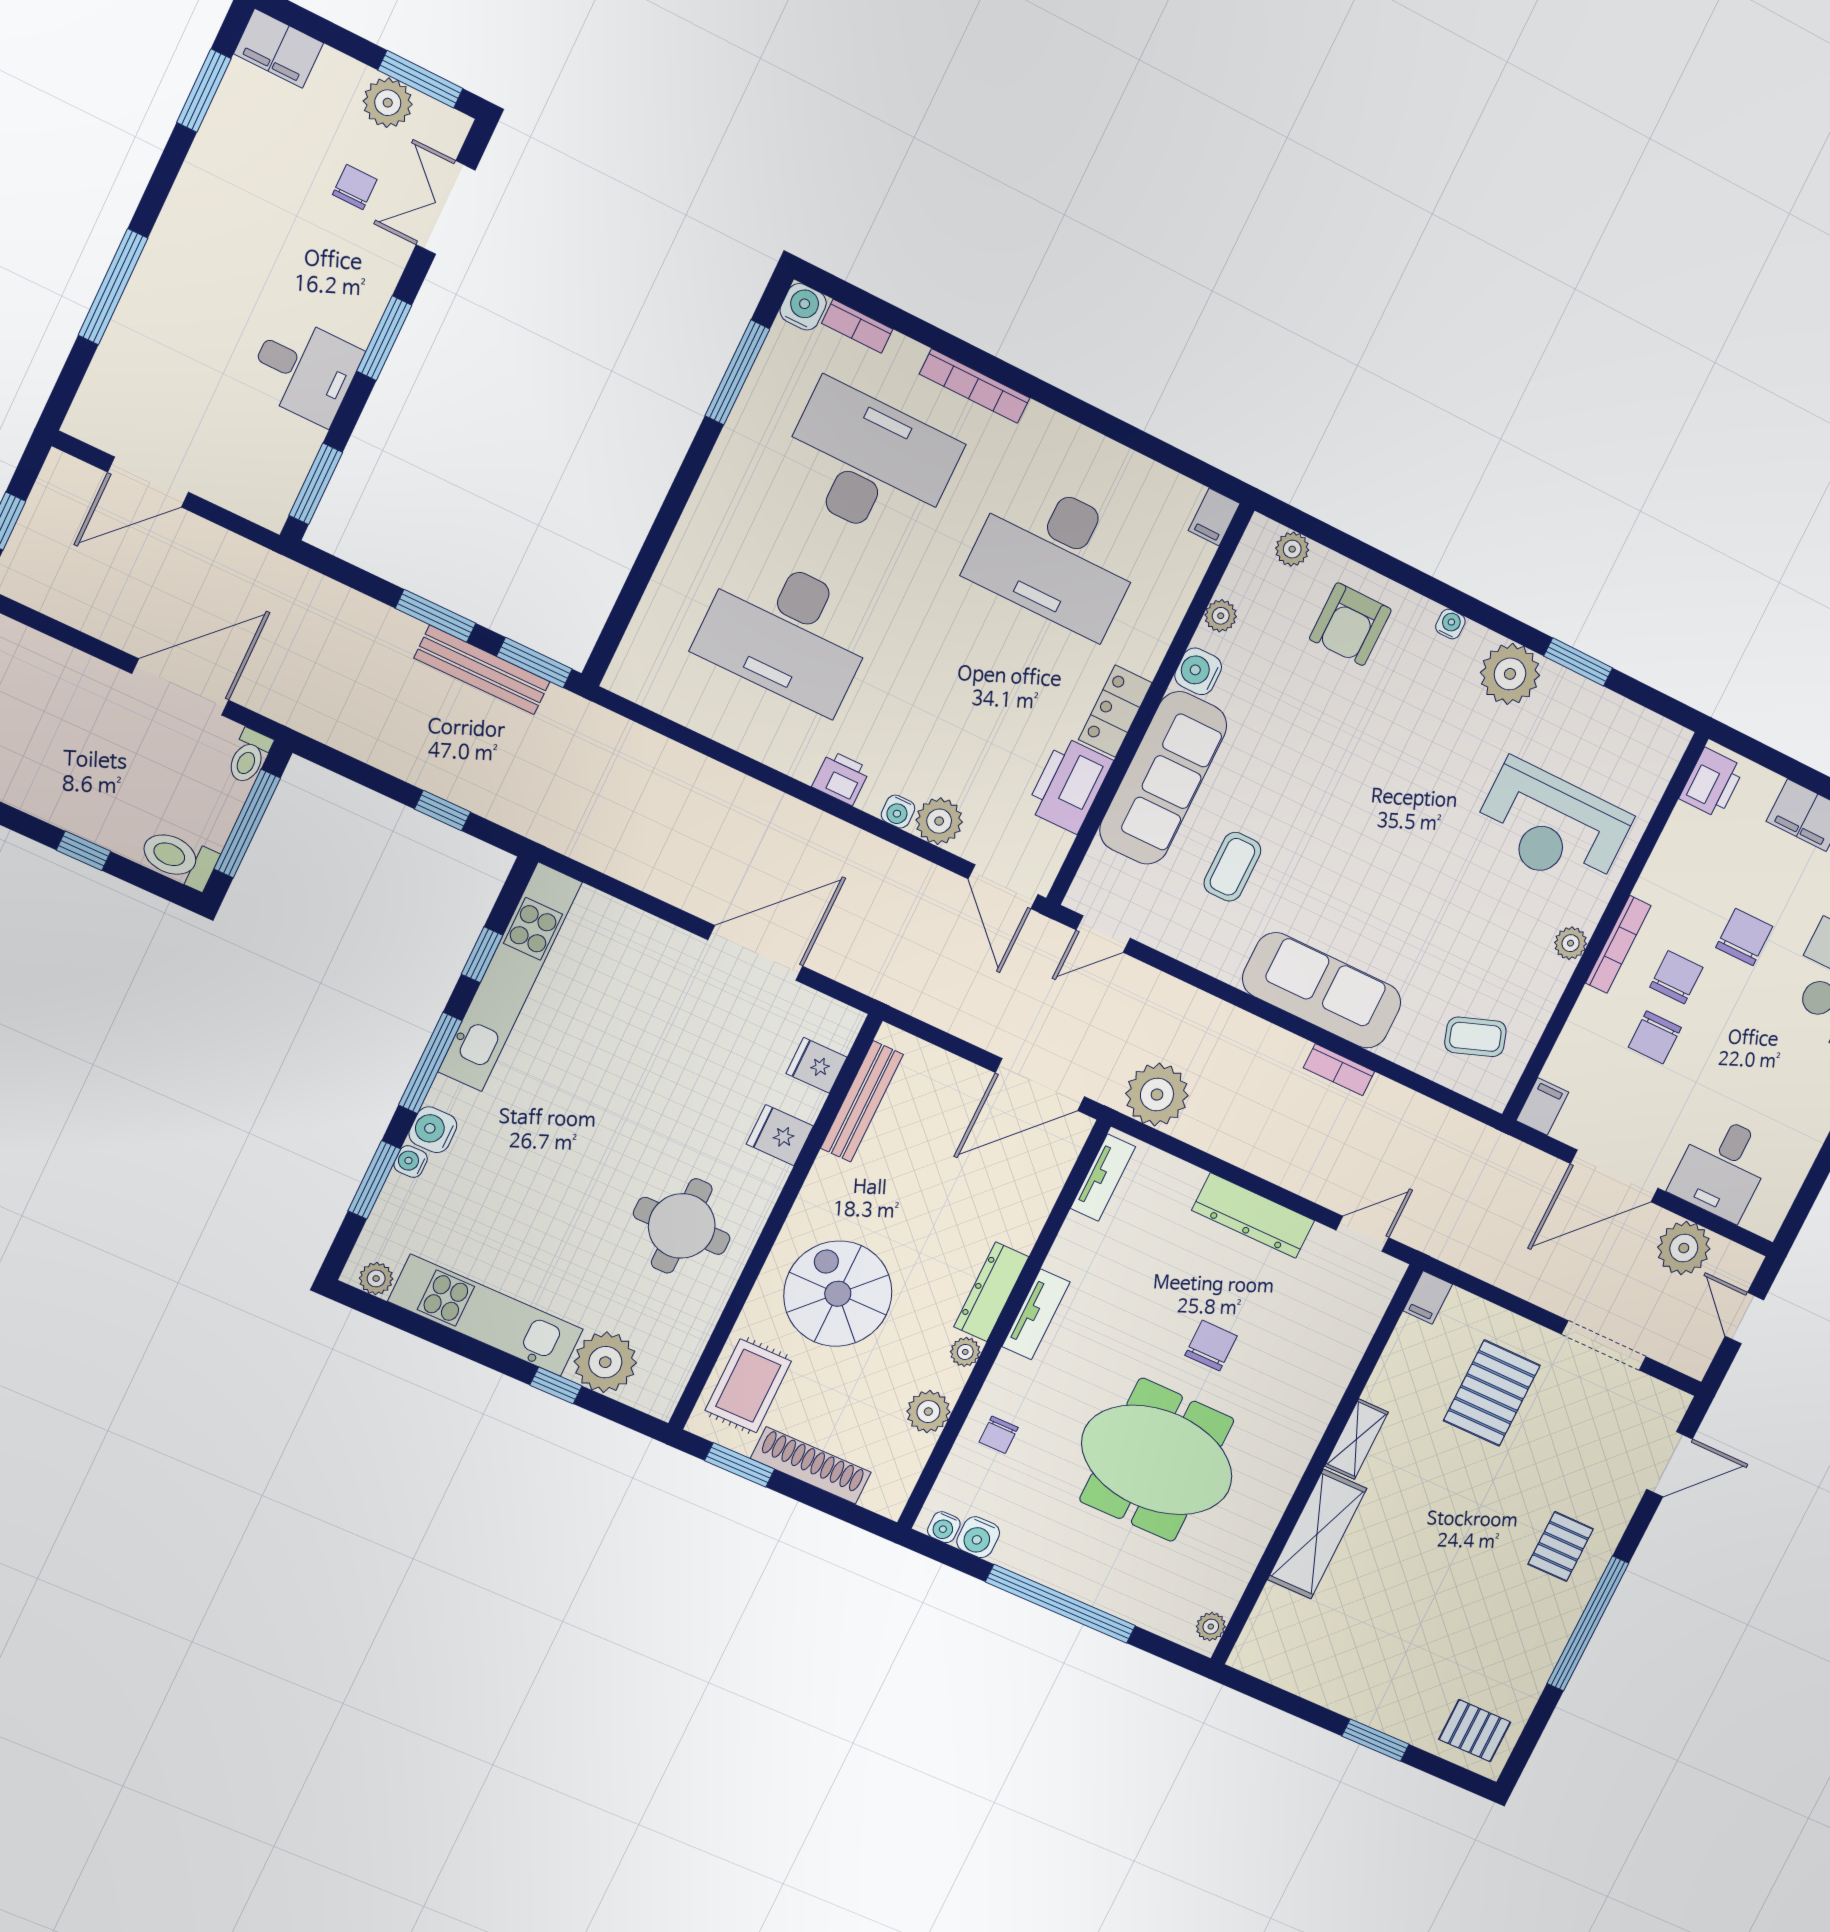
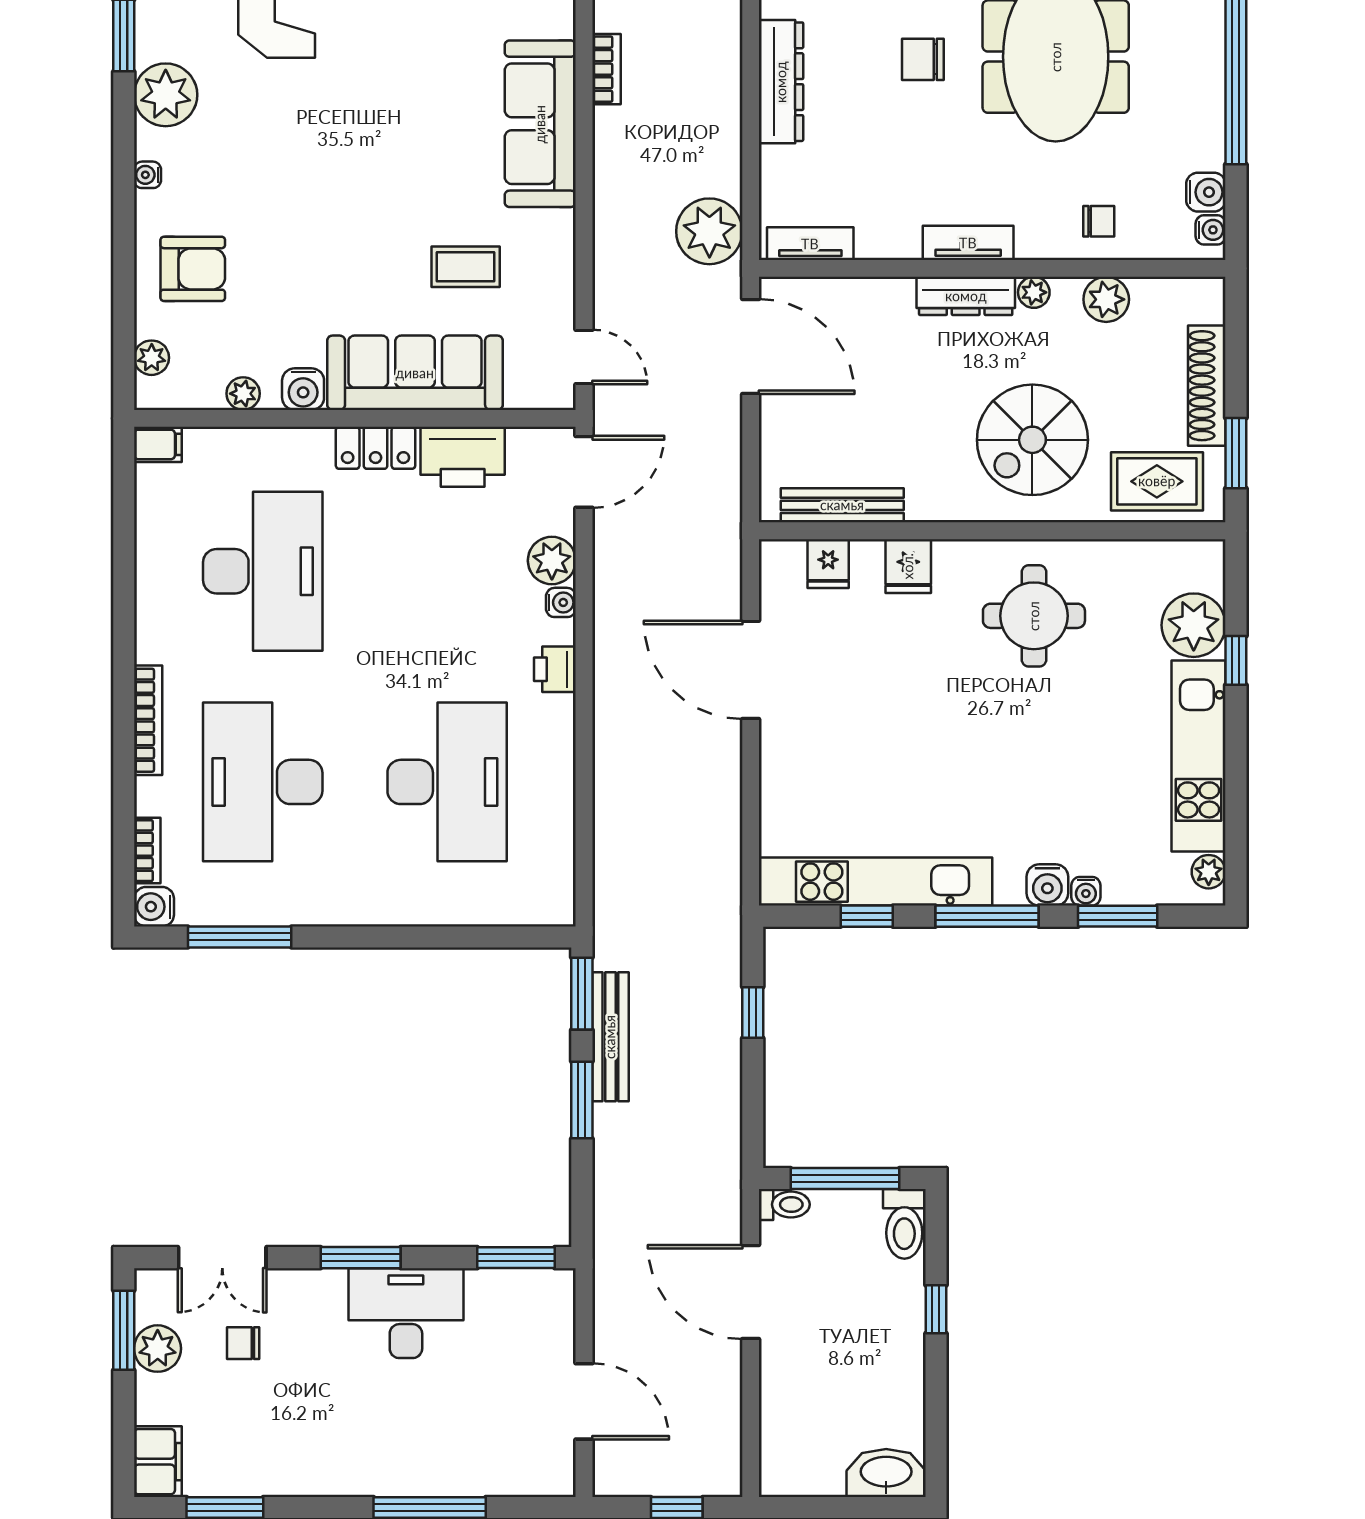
desk: (304, 370) -> (406, 1313), width x1.37

